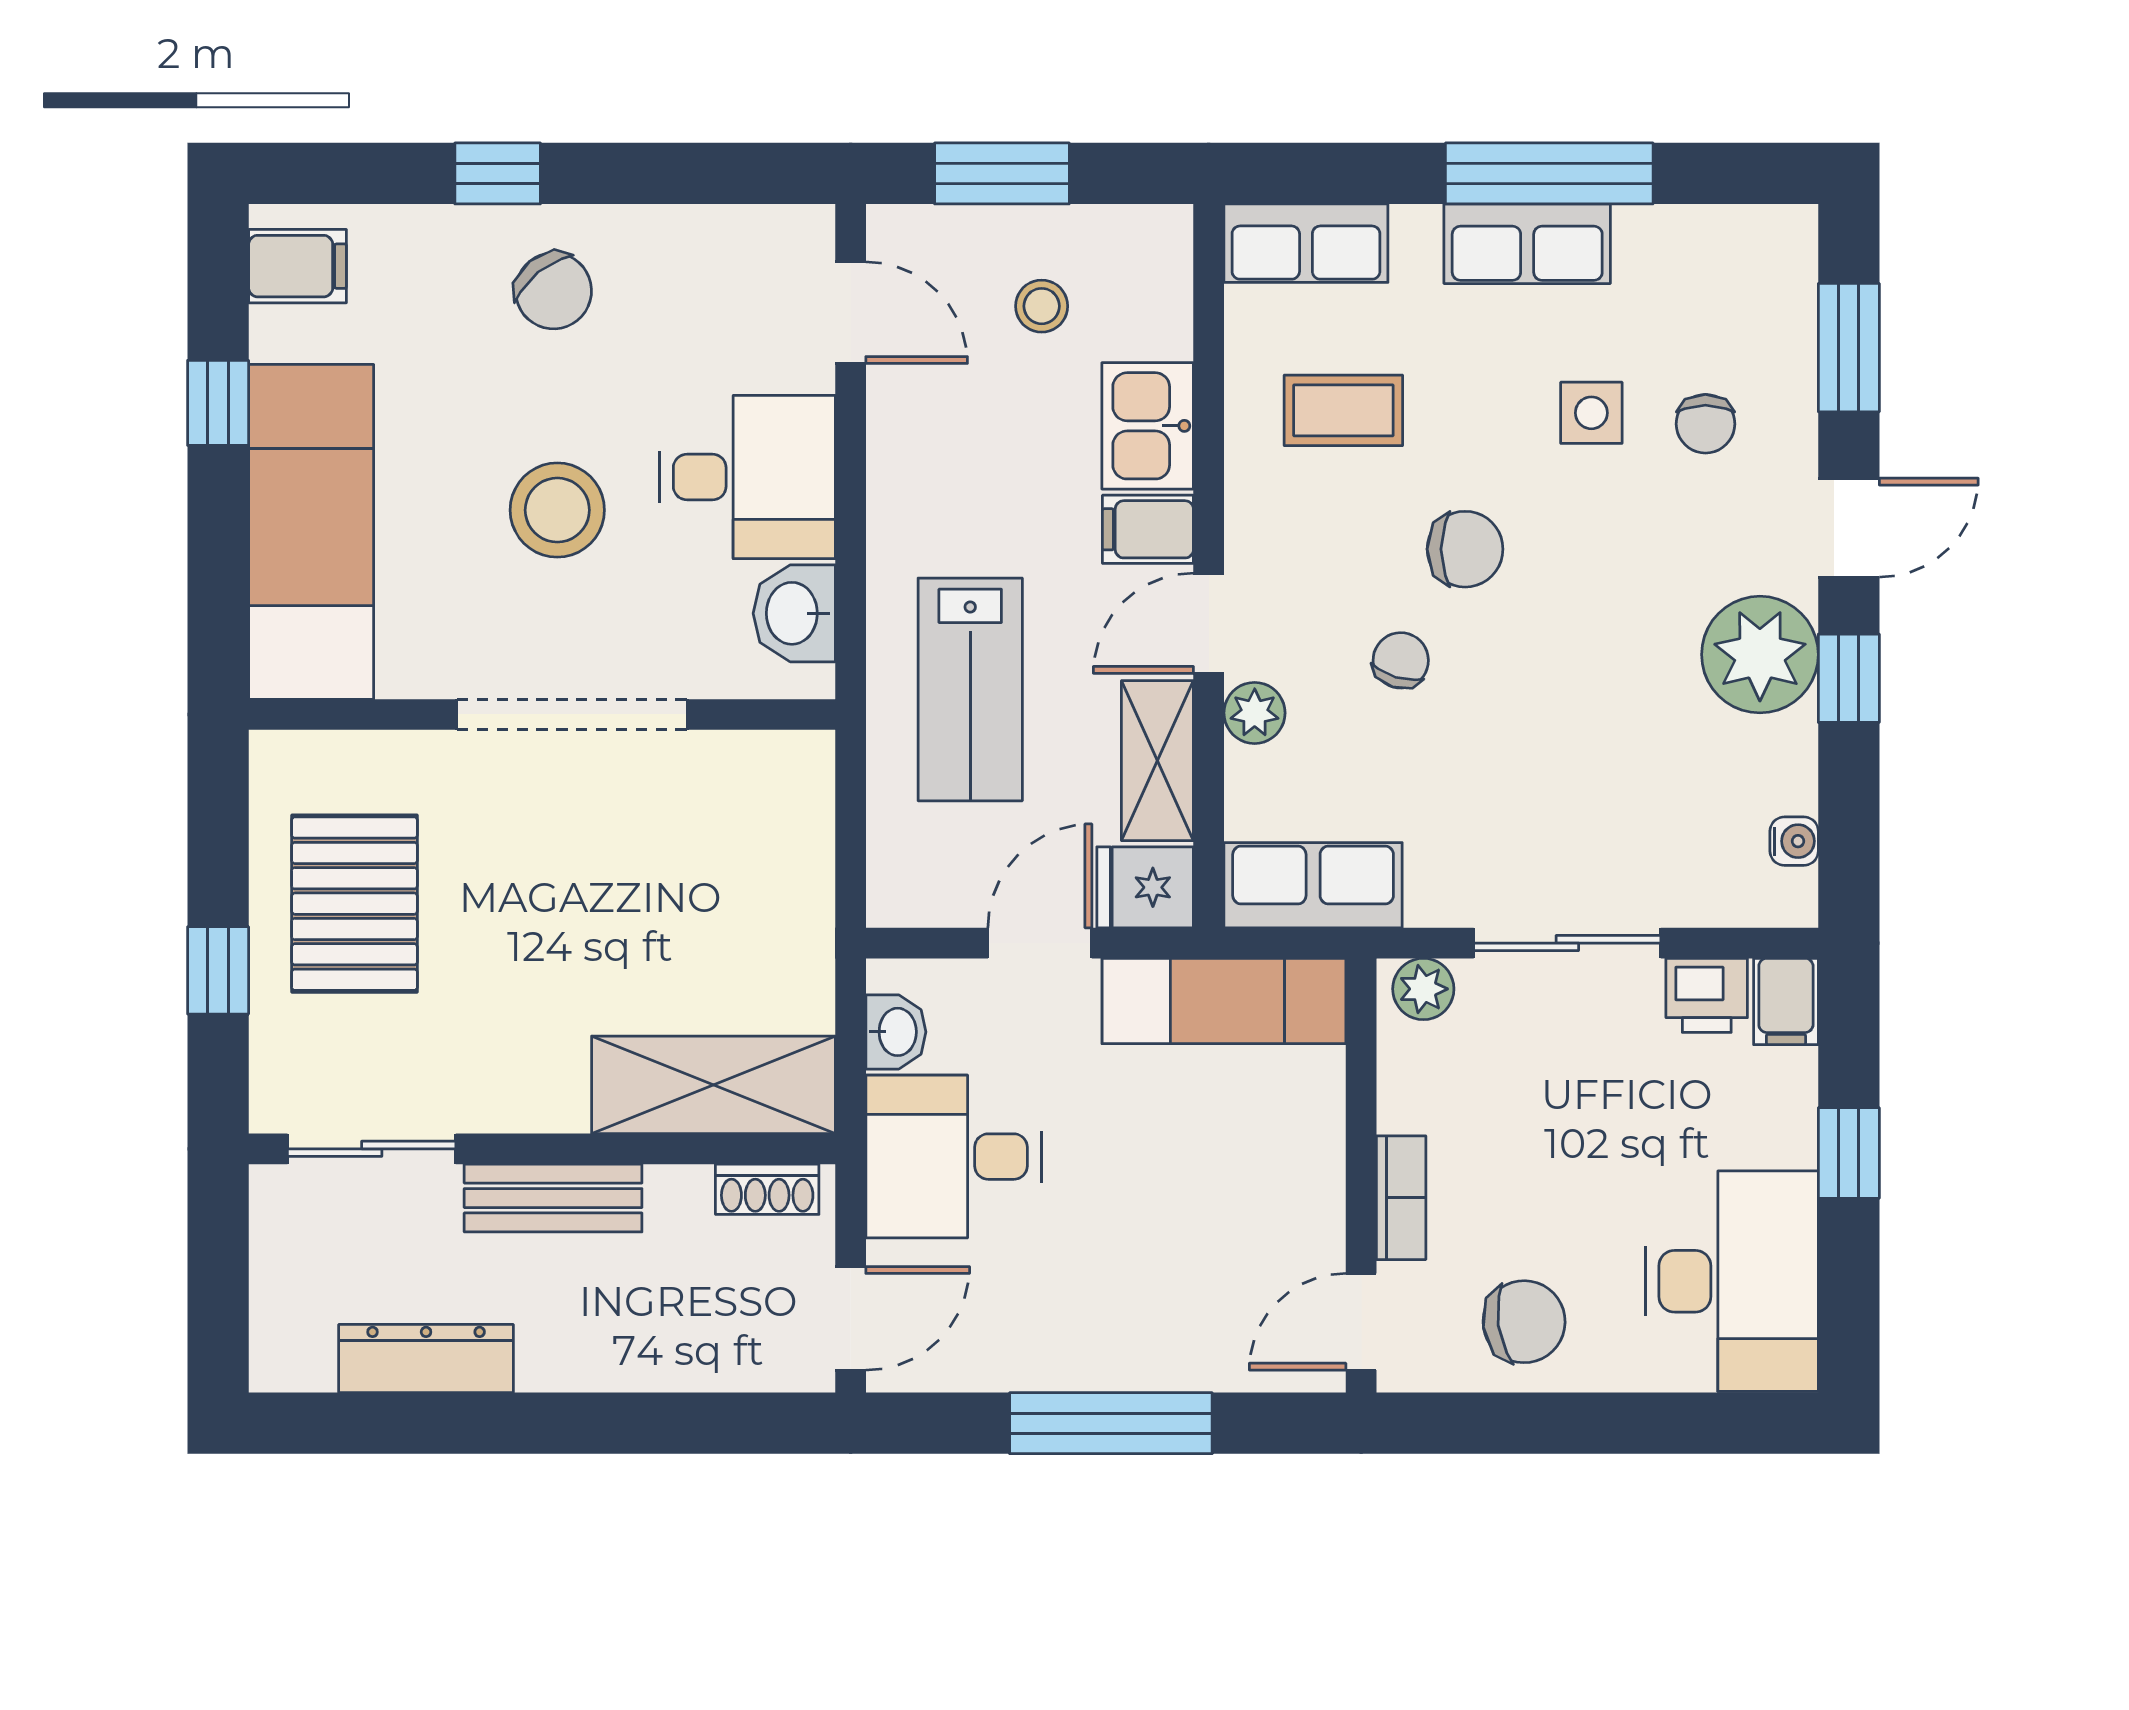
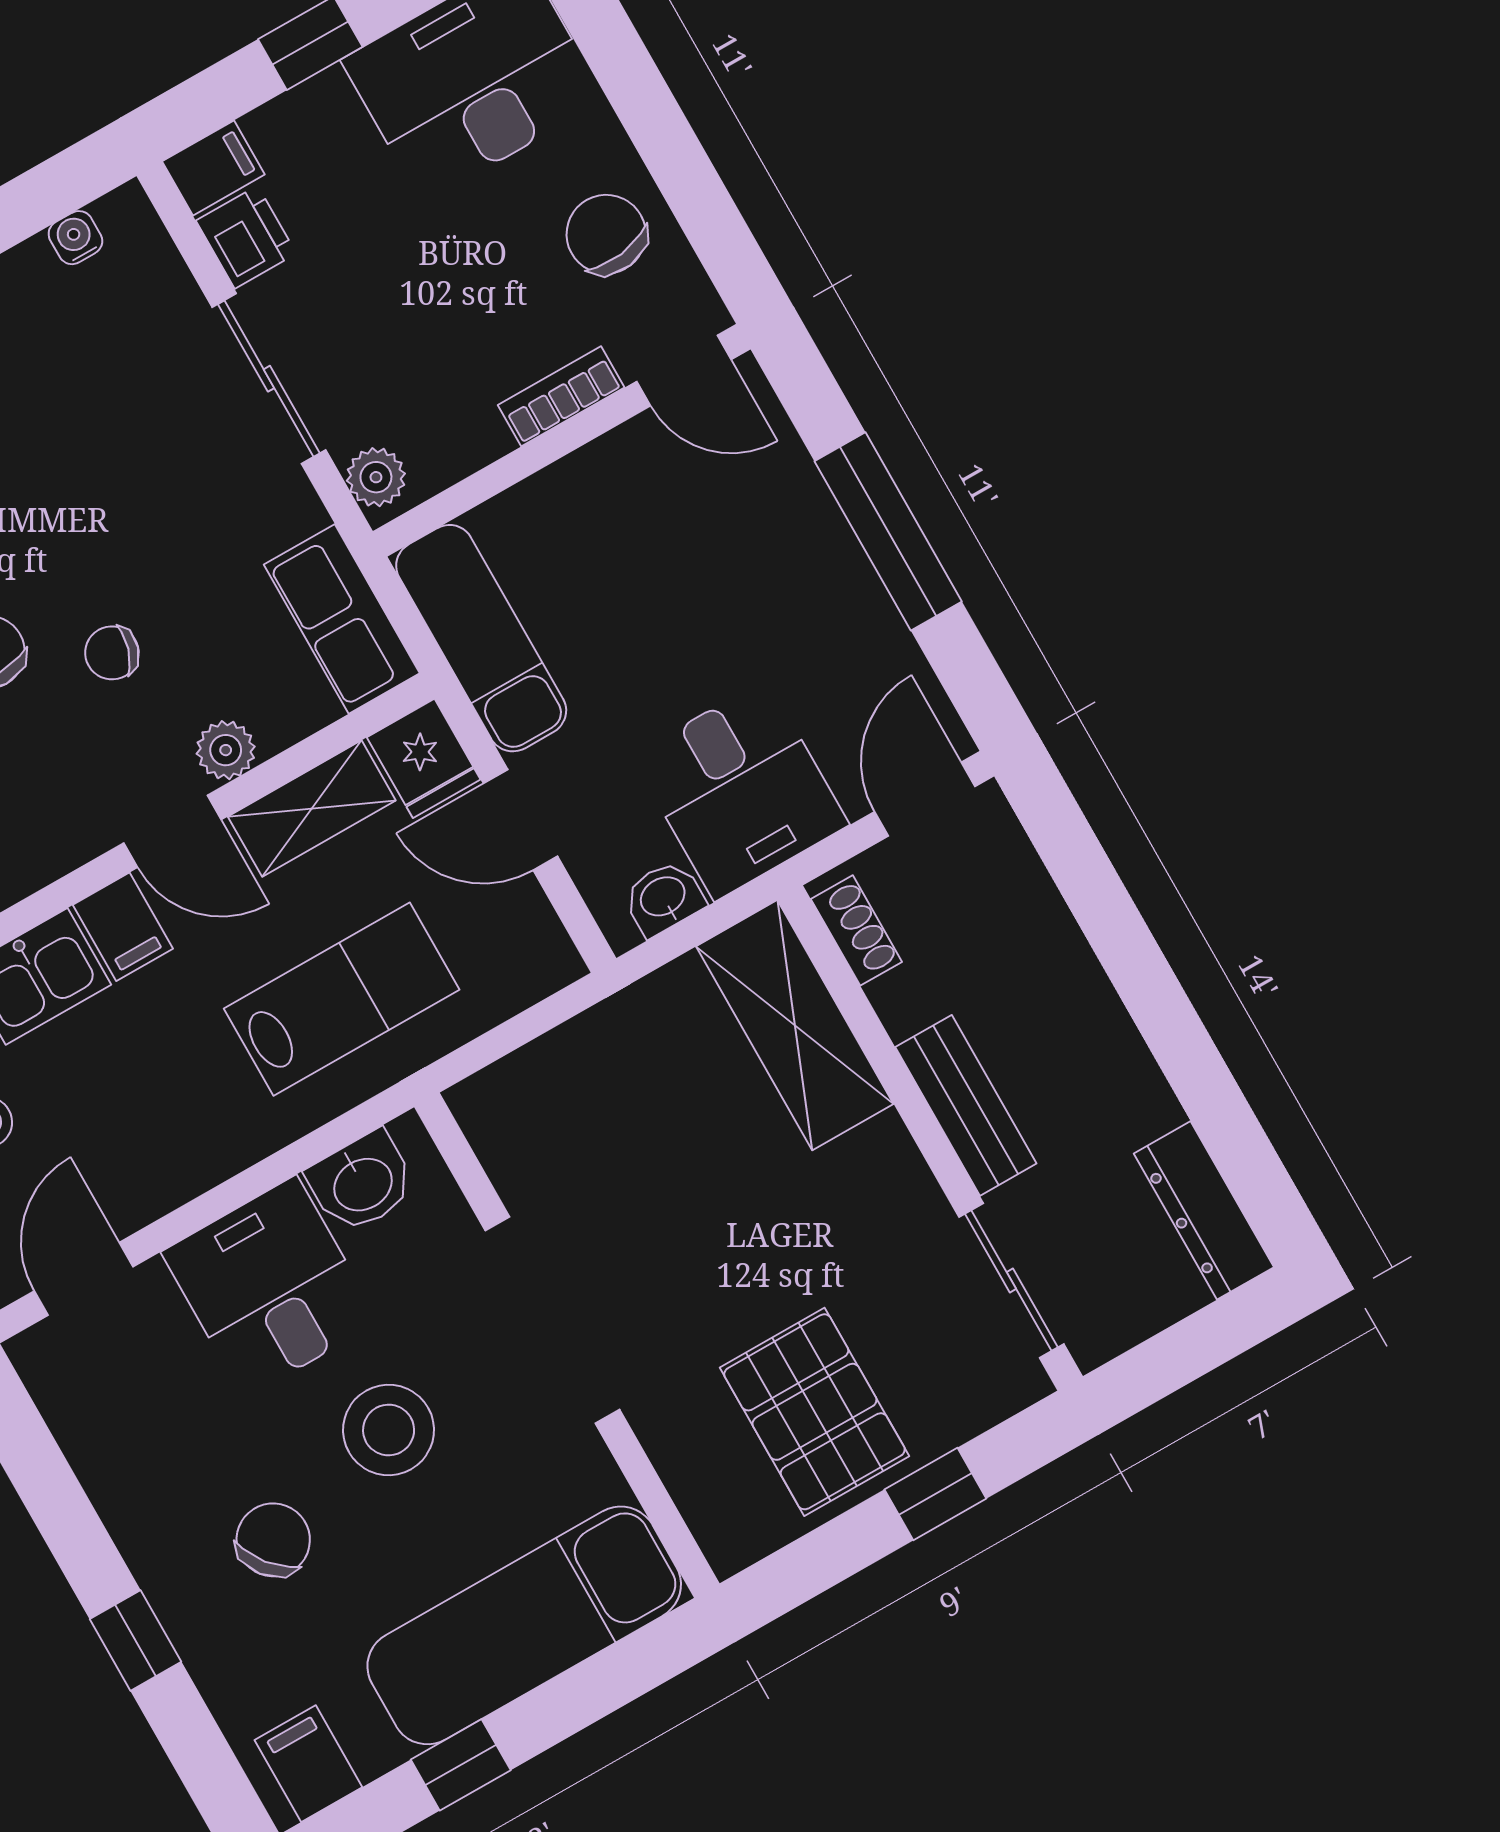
chair: (554, 291) -> (273, 1540), moved
pallet: (354, 904) -> (814, 1412), turned 90
door: (851, 1318) -> (925, 799), hinge flipped
dresser: (426, 1359) -> (1204, 1210), moved

